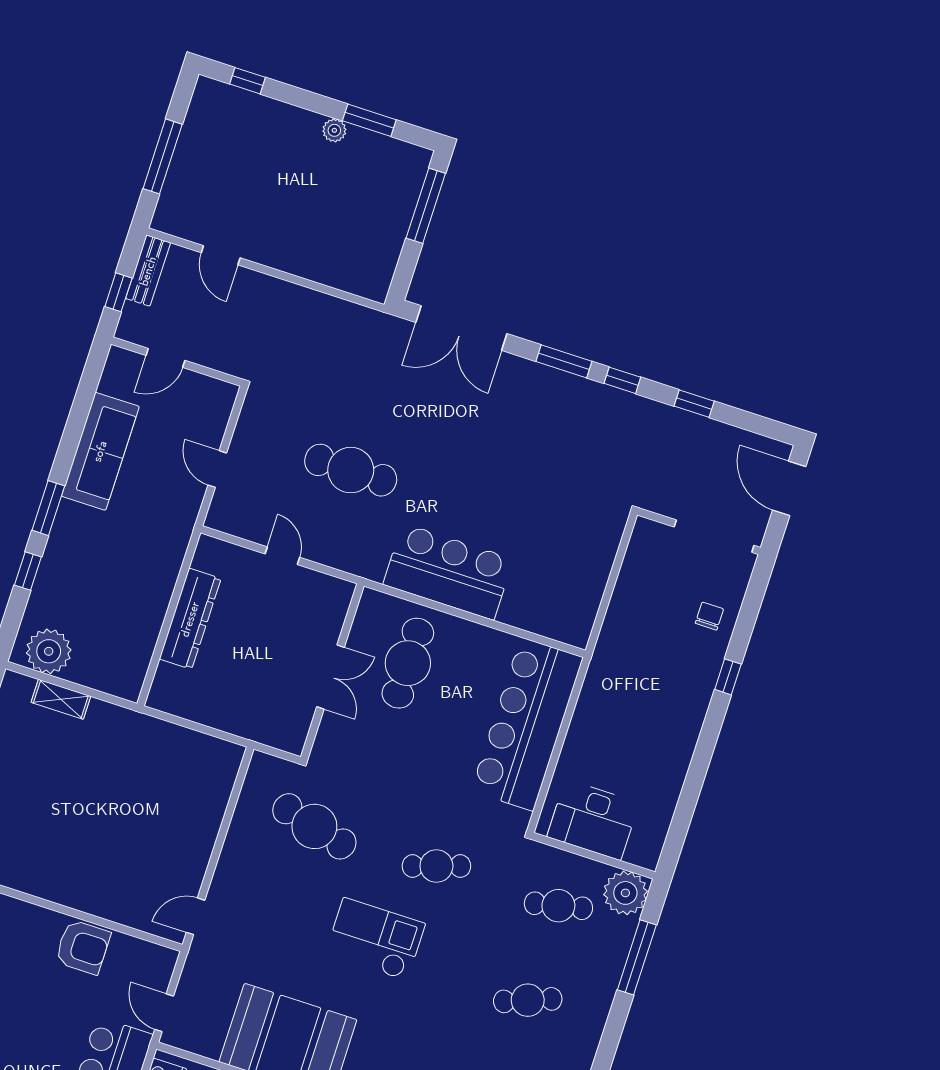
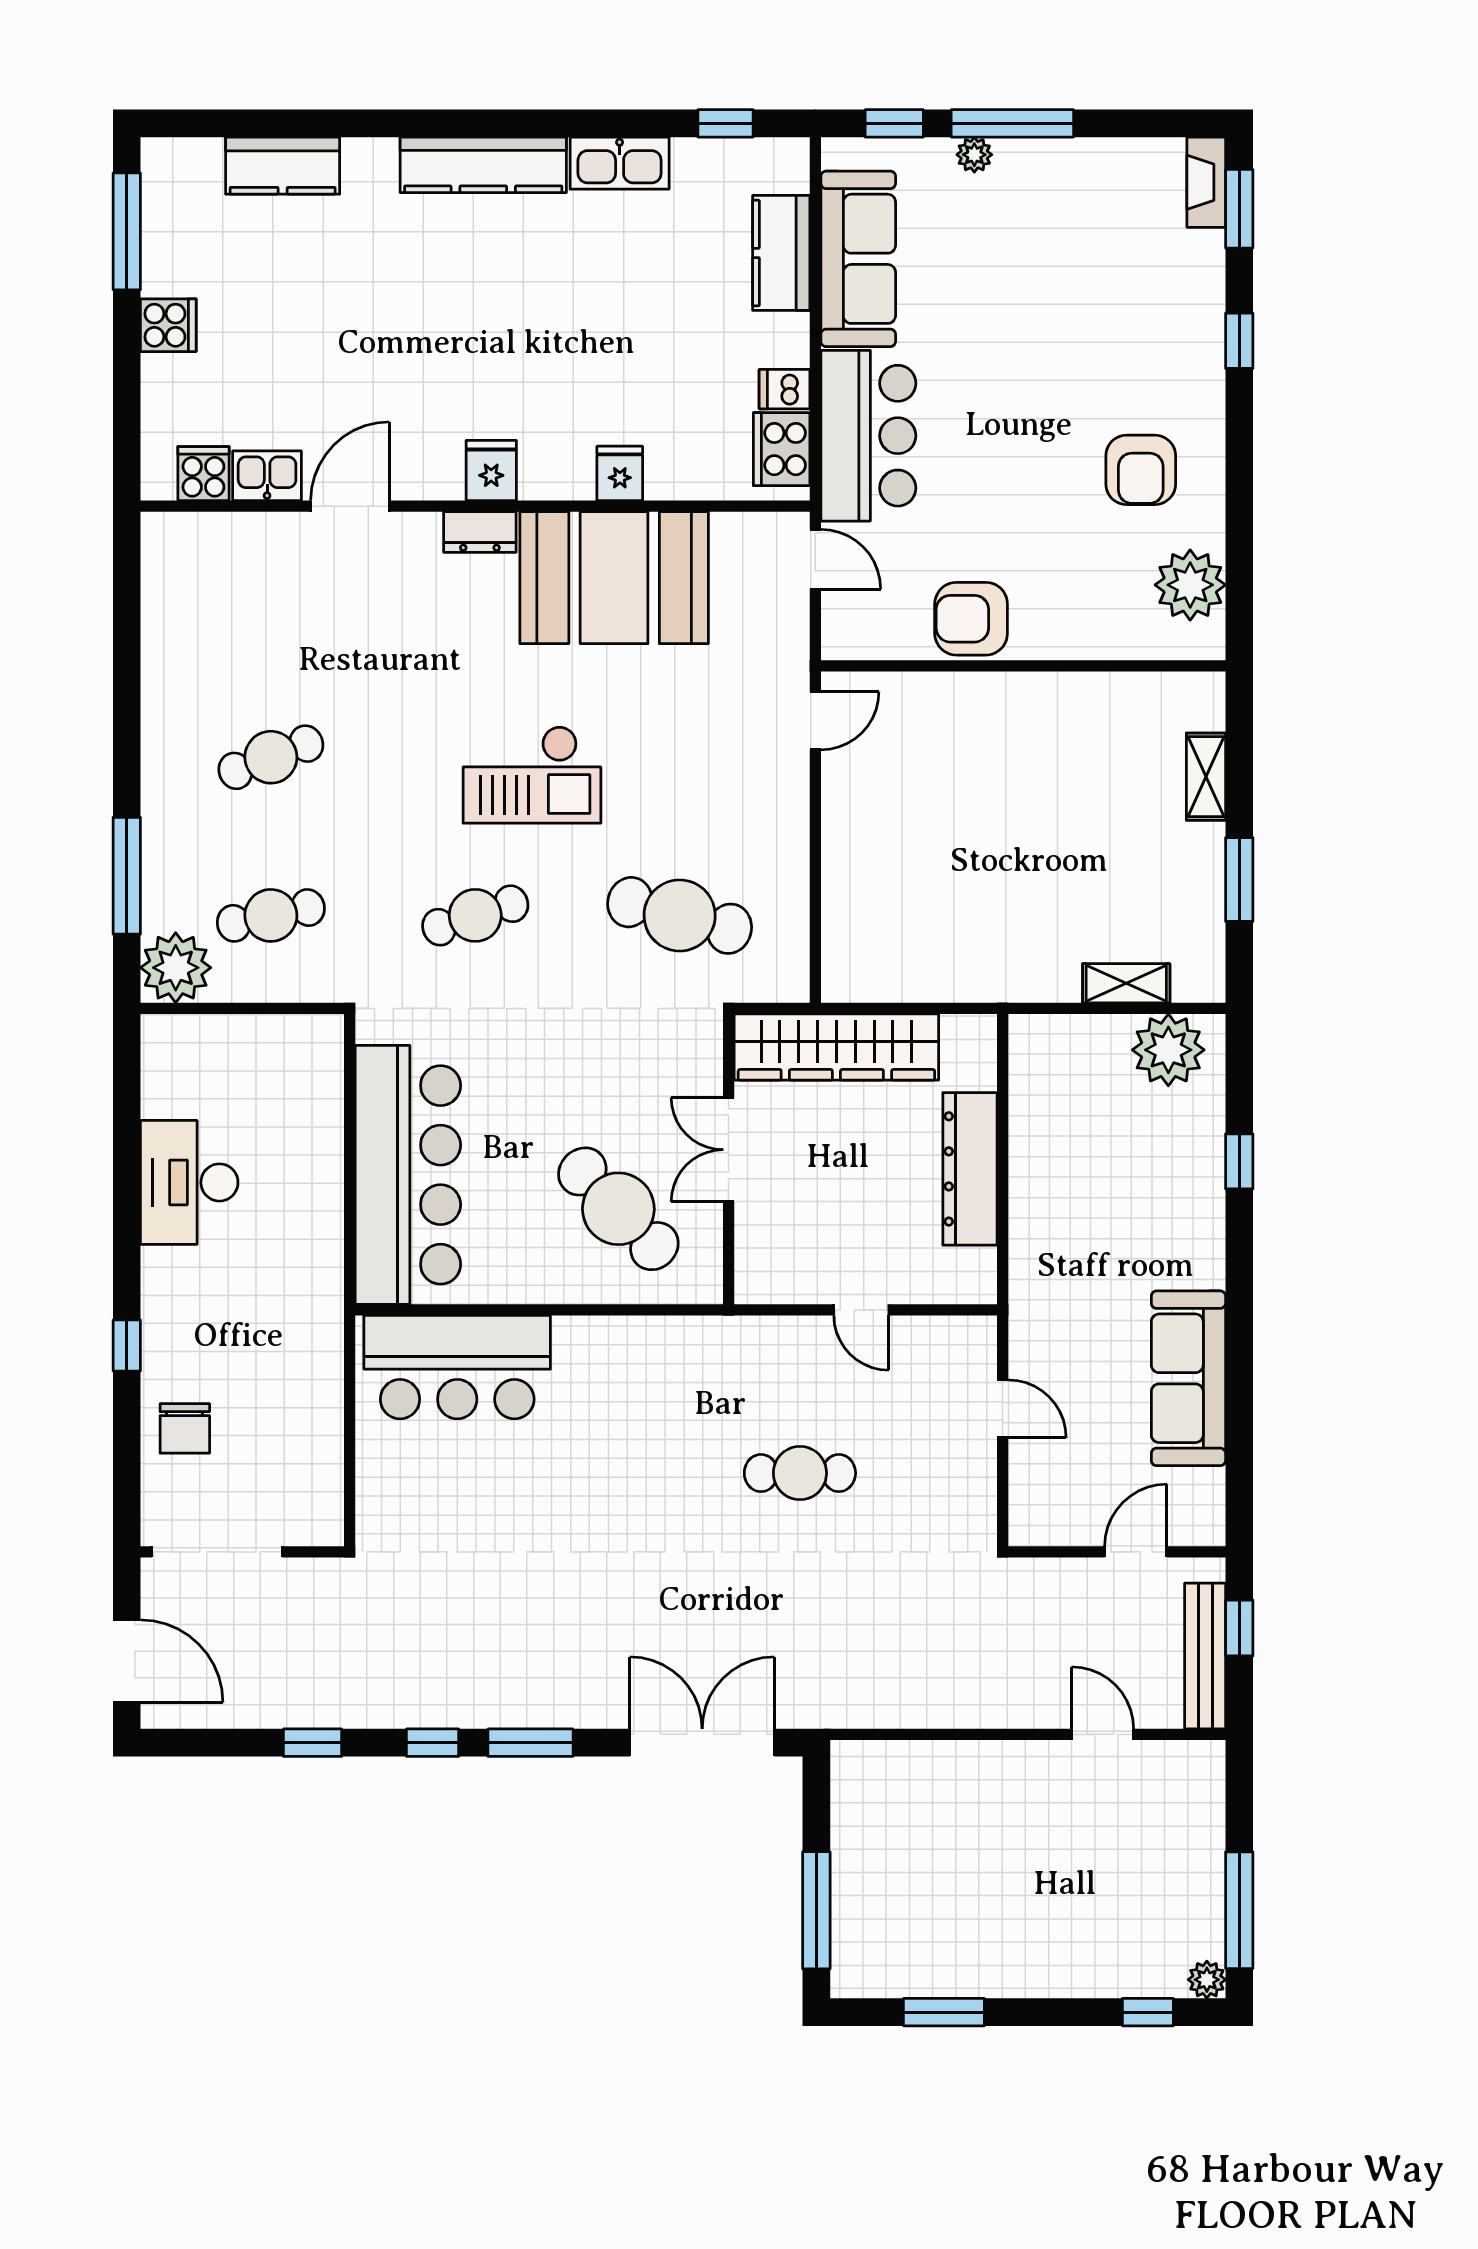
plant: (334, 130) -> (1207, 1980), moved
window: (163, 156) -> (1239, 1910), moved
bench: (148, 271) -> (1205, 1656), width x1.36
cafe table: (351, 470) -> (800, 1473), width x0.73, depth x0.74
window: (48, 508) -> (1239, 1267), removed
bar counter: (448, 572) -> (457, 1367), moved
chair: (709, 616) -> (185, 1428), width x1.37, depth x1.37
cafe table: (408, 663) -> (618, 1209), turned -44
wardrobe: (246, 717) -> (836, 1047), added
desk: (593, 820) -> (189, 1182), moved, turned -90

